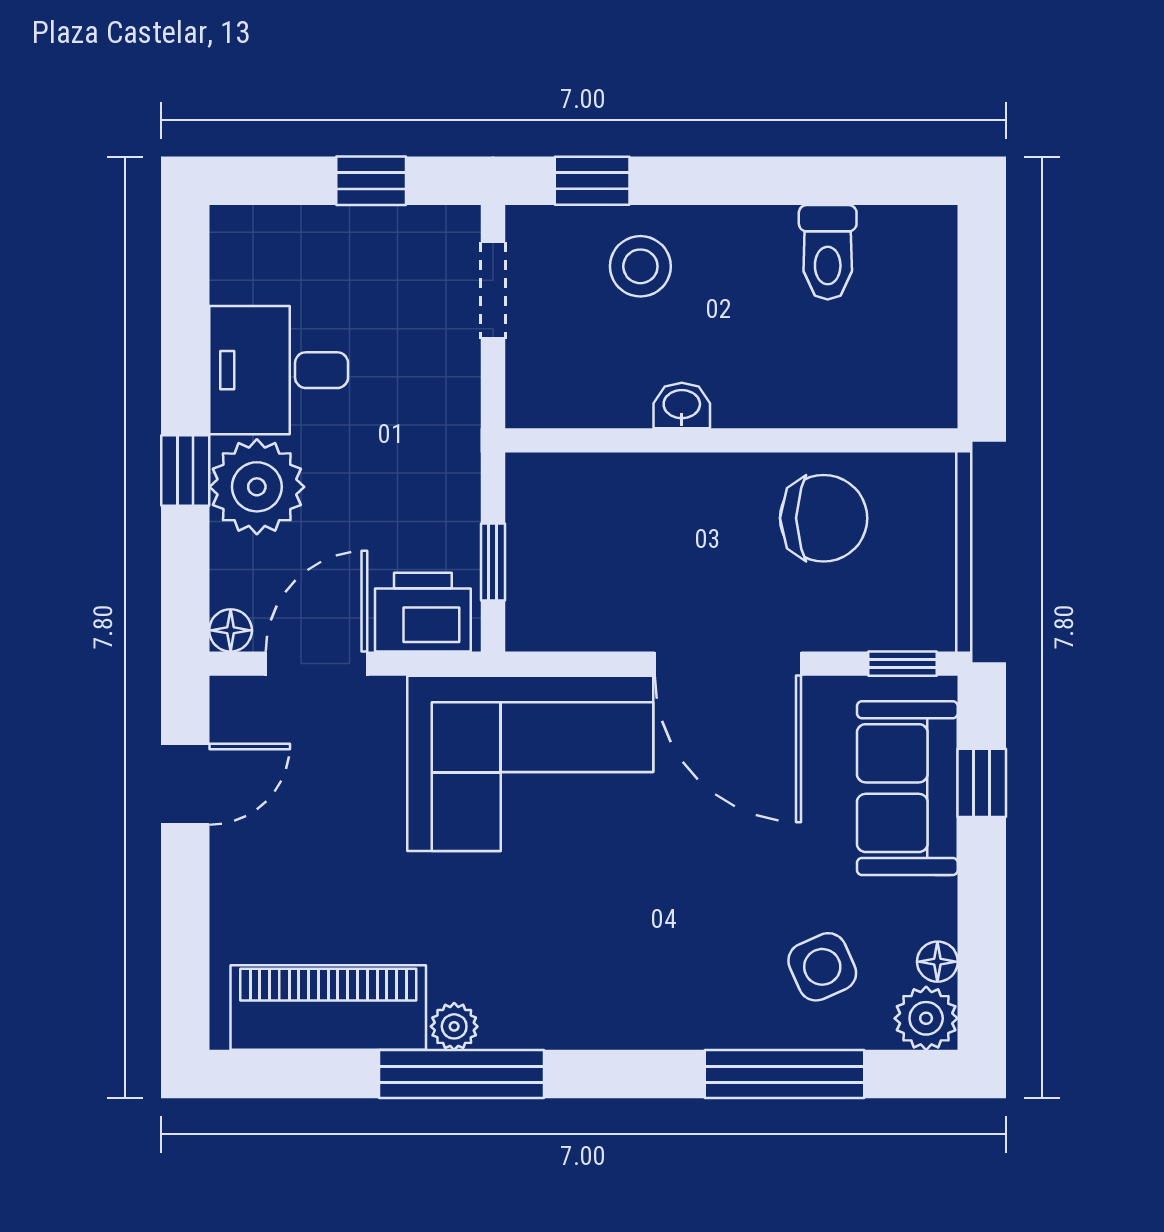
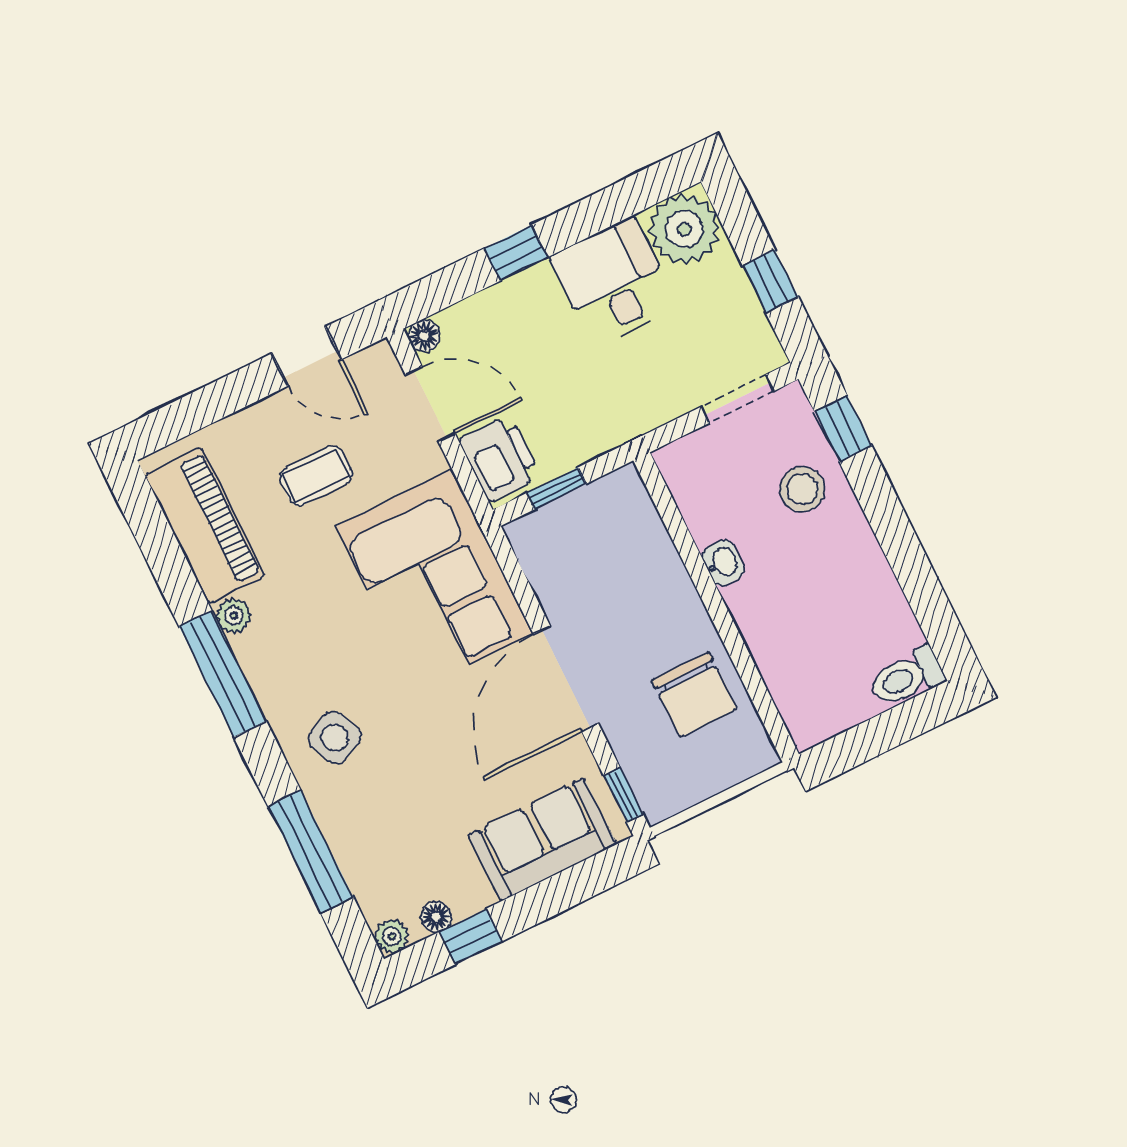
toilet: (828, 252) -> (907, 677), moved
plant: (257, 487) -> (684, 229), moved
window: (982, 783) -> (471, 937), moved
coffee table: (335, 844) -> (316, 476), added
side table: (822, 967) -> (335, 738), moved
plant: (926, 1018) -> (392, 936), width x0.73, depth x0.73
window: (462, 1074) -> (223, 674), moved

